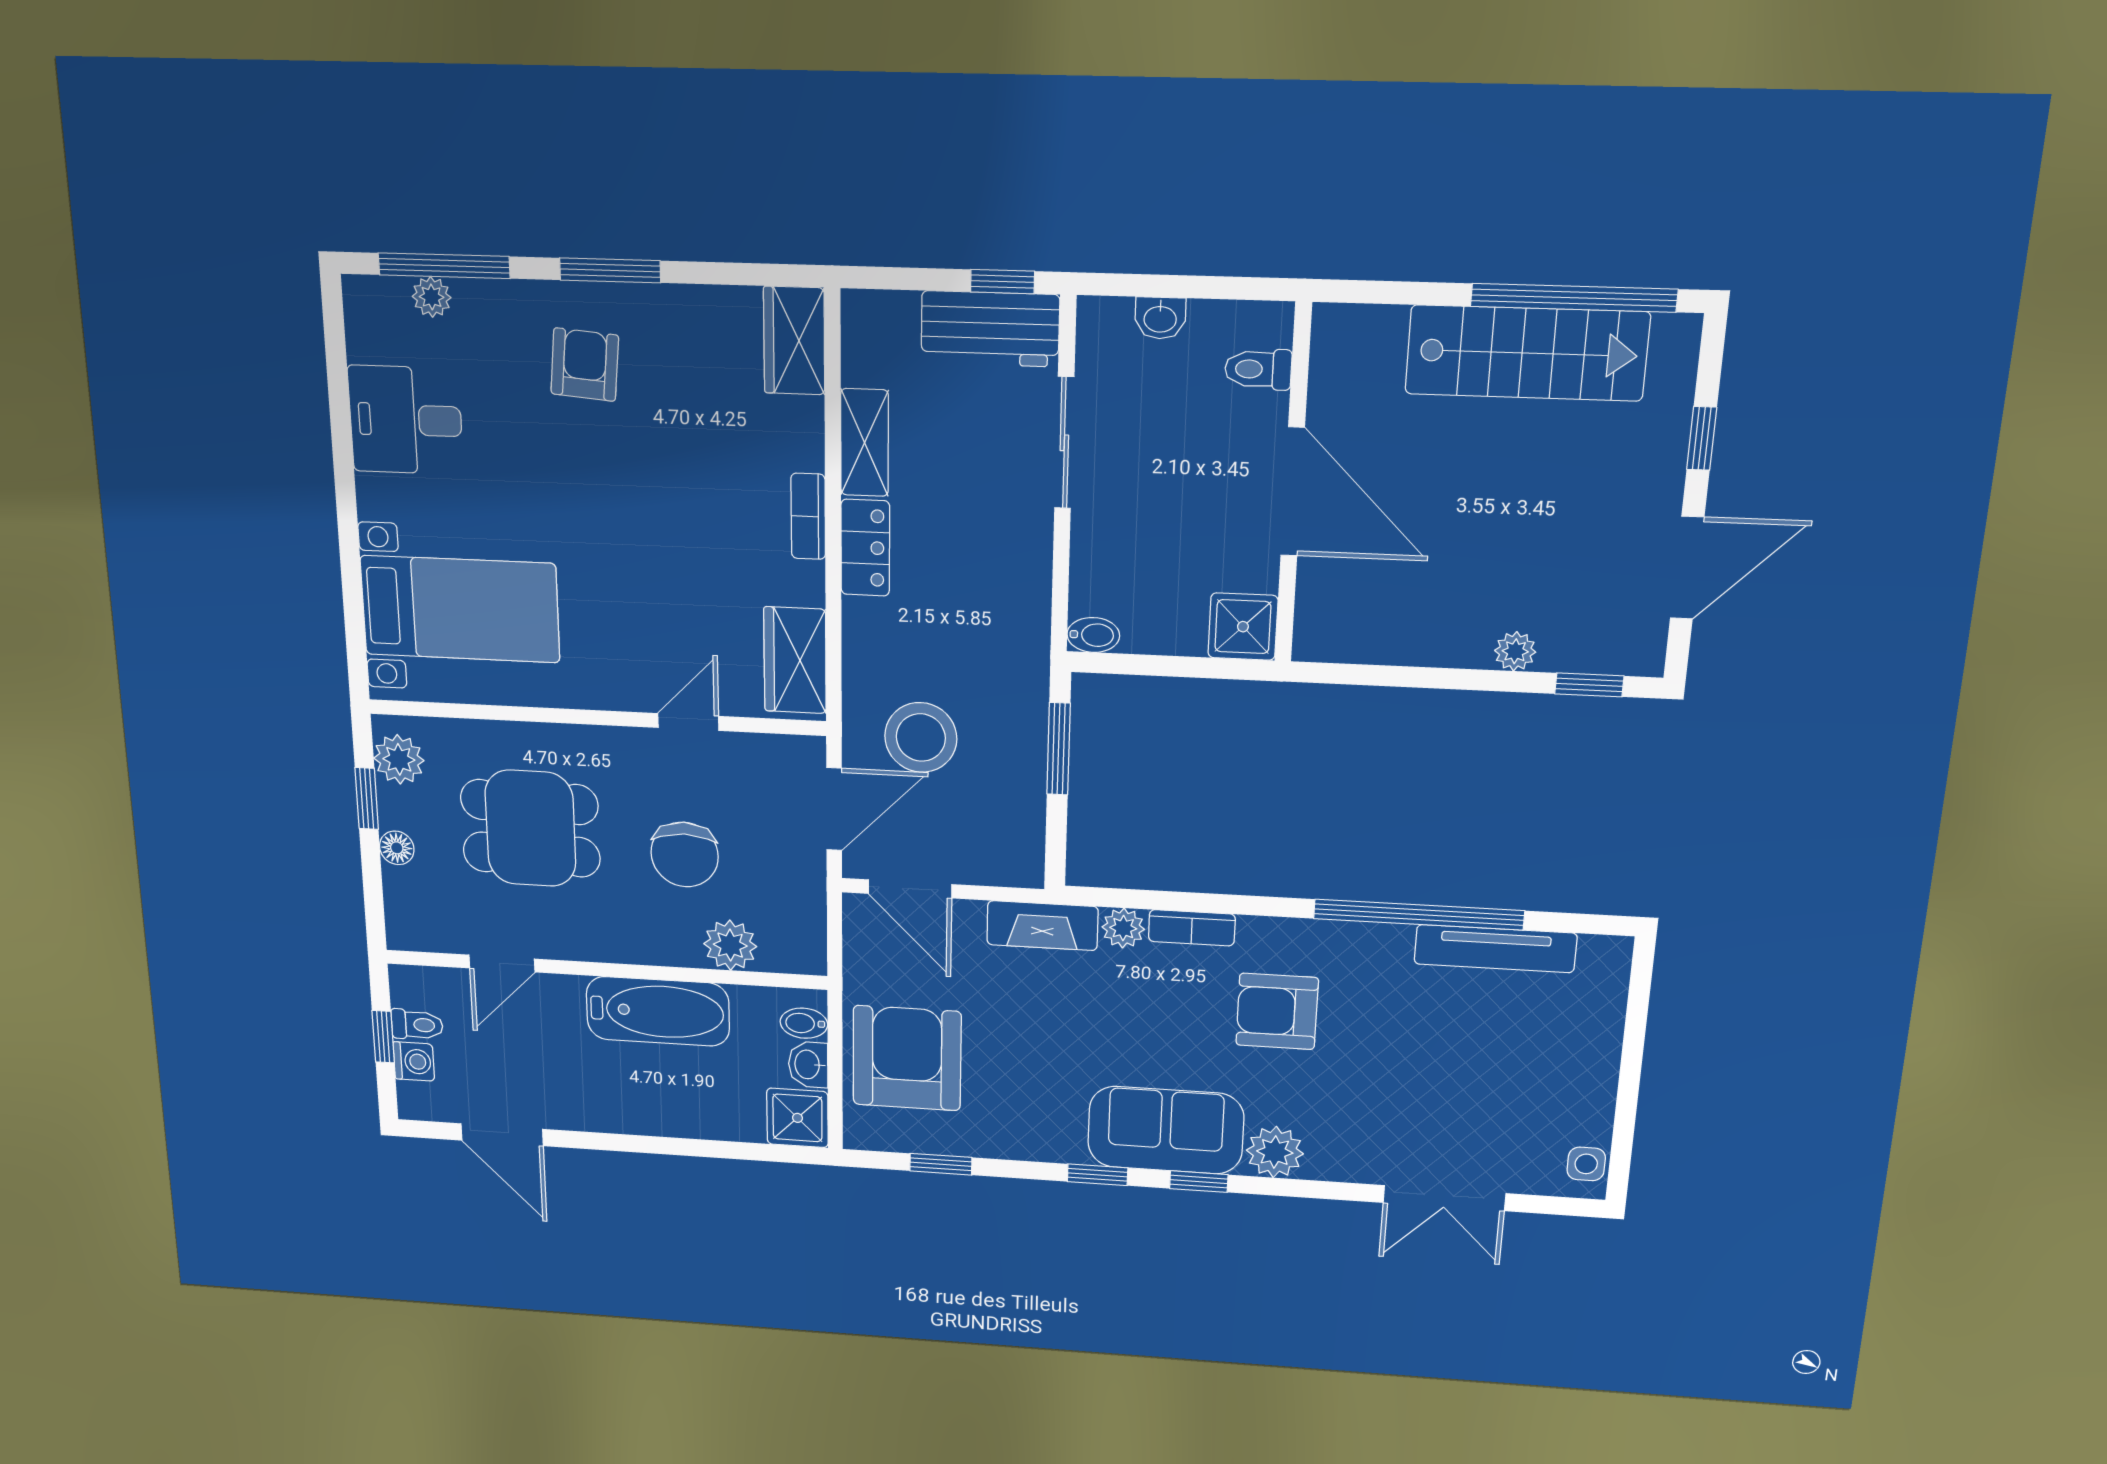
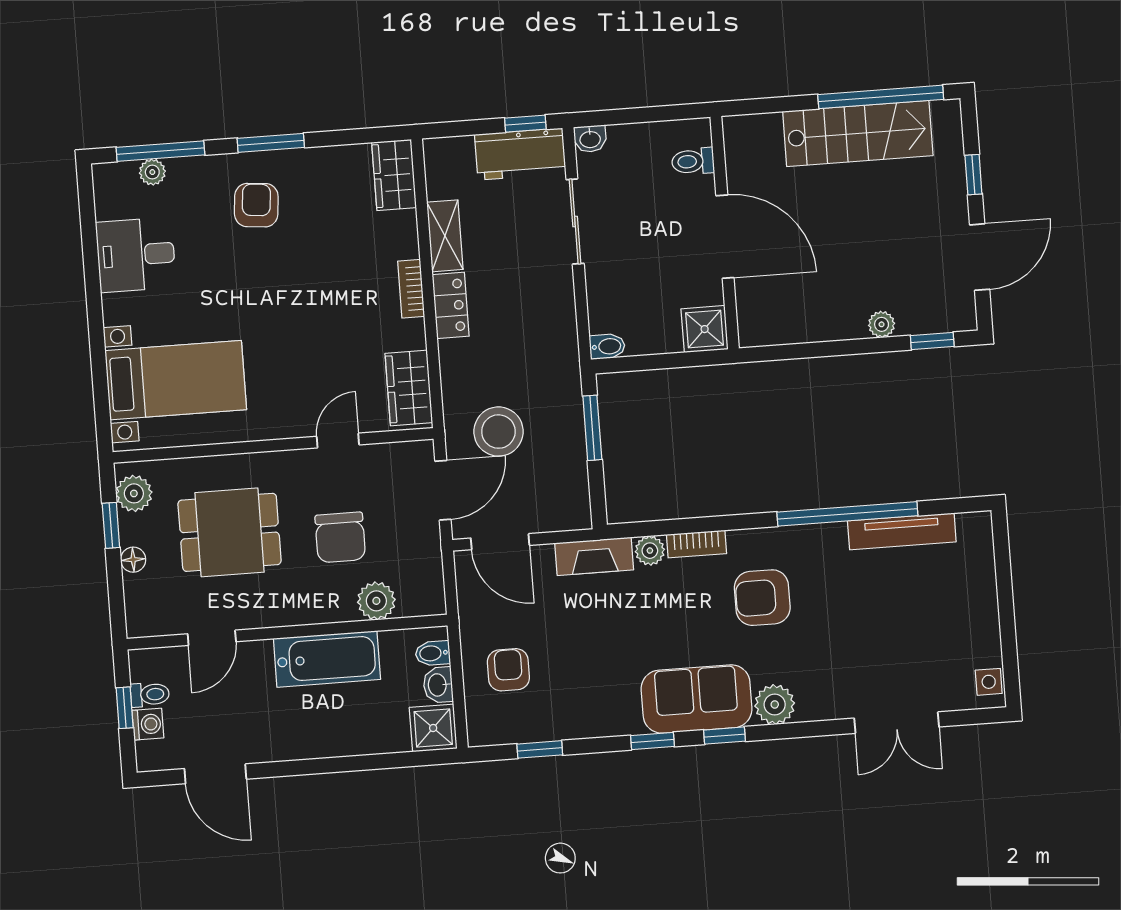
washbasin: (1160, 318) -> (590, 139), moved
armchair: (907, 1058) -> (508, 670), width x0.53, depth x0.53

